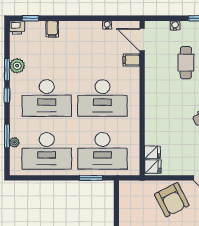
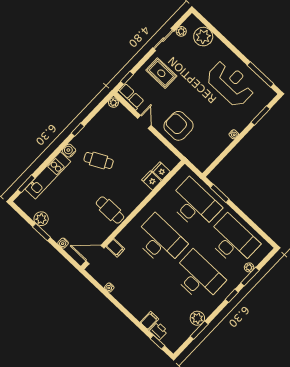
printer: (17, 28) -> (159, 331), moved
door: (142, 40) -> (95, 255), swing flipped
cafe table: (186, 63) -> (110, 210), moved, turned 90
window: (7, 70) -> (199, 330), moved
window: (7, 95) -> (232, 296), moved
fridge: (153, 167) -> (151, 180), moved
armchair: (172, 200) -> (178, 126), turned -63

